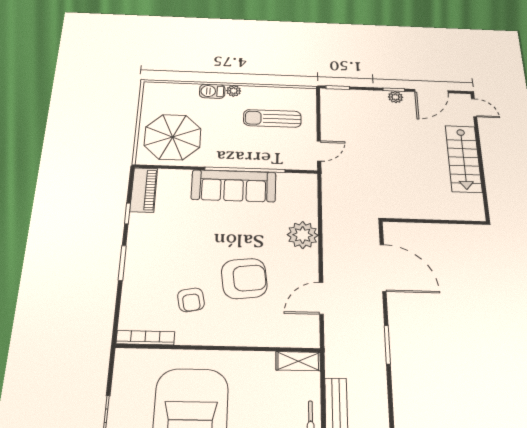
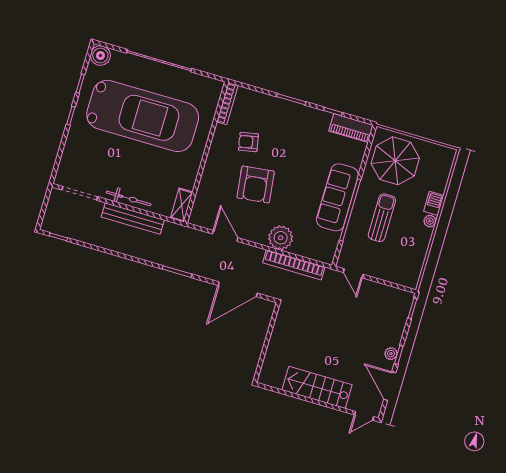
sun lounger: (272, 118) -> (382, 218), moved
bookcase: (331, 213) -> (294, 265), added

